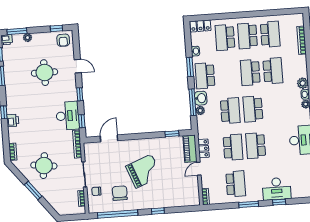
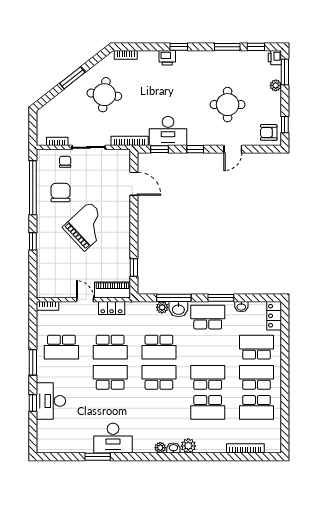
grand piano: (144, 171) -> (87, 226), turned -112
chair: (120, 193) -> (60, 193), turned -90

